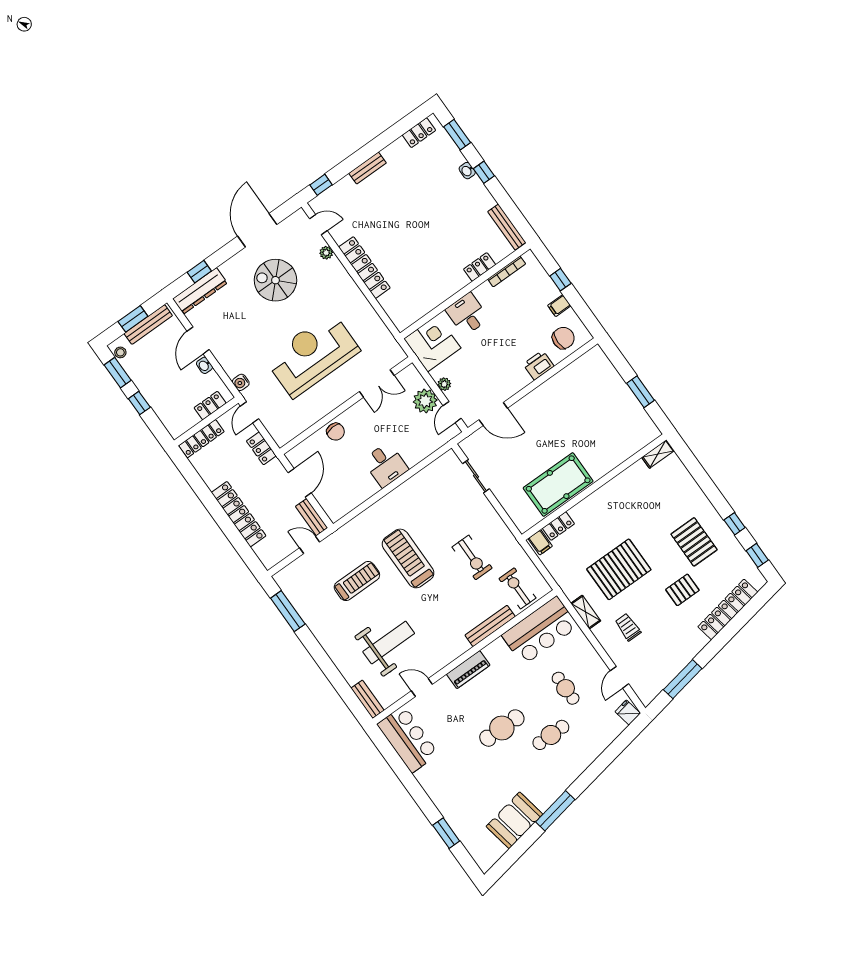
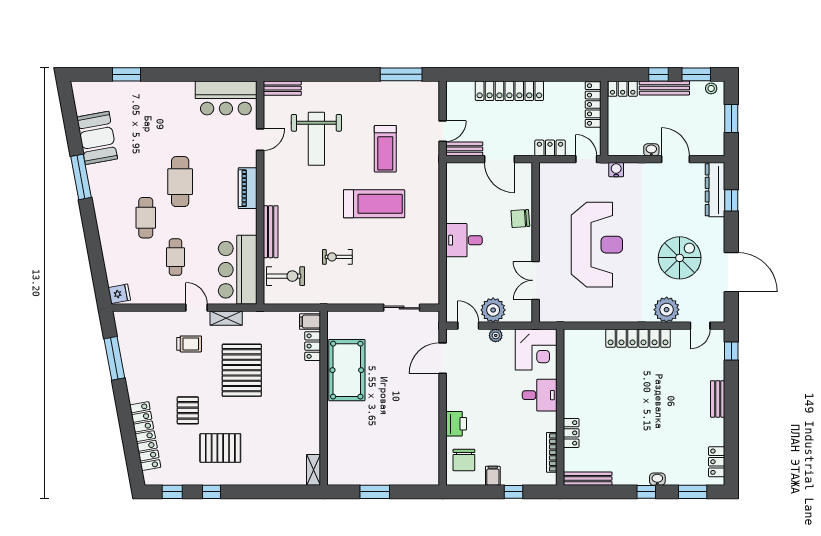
plant: (326, 253) -> (667, 310), width x1.87, depth x1.87
bench: (148, 325) -> (664, 88), moved, turned 90
locker: (210, 406) -> (623, 89), moved, turned 90
exercise bike: (472, 557) -> (337, 257), width x0.73, depth x0.72
door: (619, 677) -> (197, 308), moved
cafe table: (566, 688) -> (175, 257), turned 90

